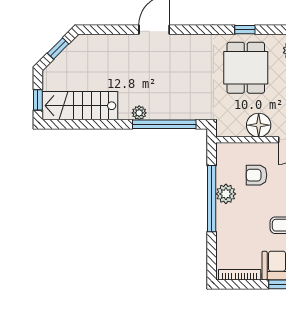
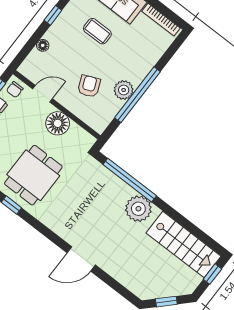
plant: (139, 113) -> (138, 209), width x1.88, depth x1.88
armchair: (256, 175) -> (89, 86), turned -113

